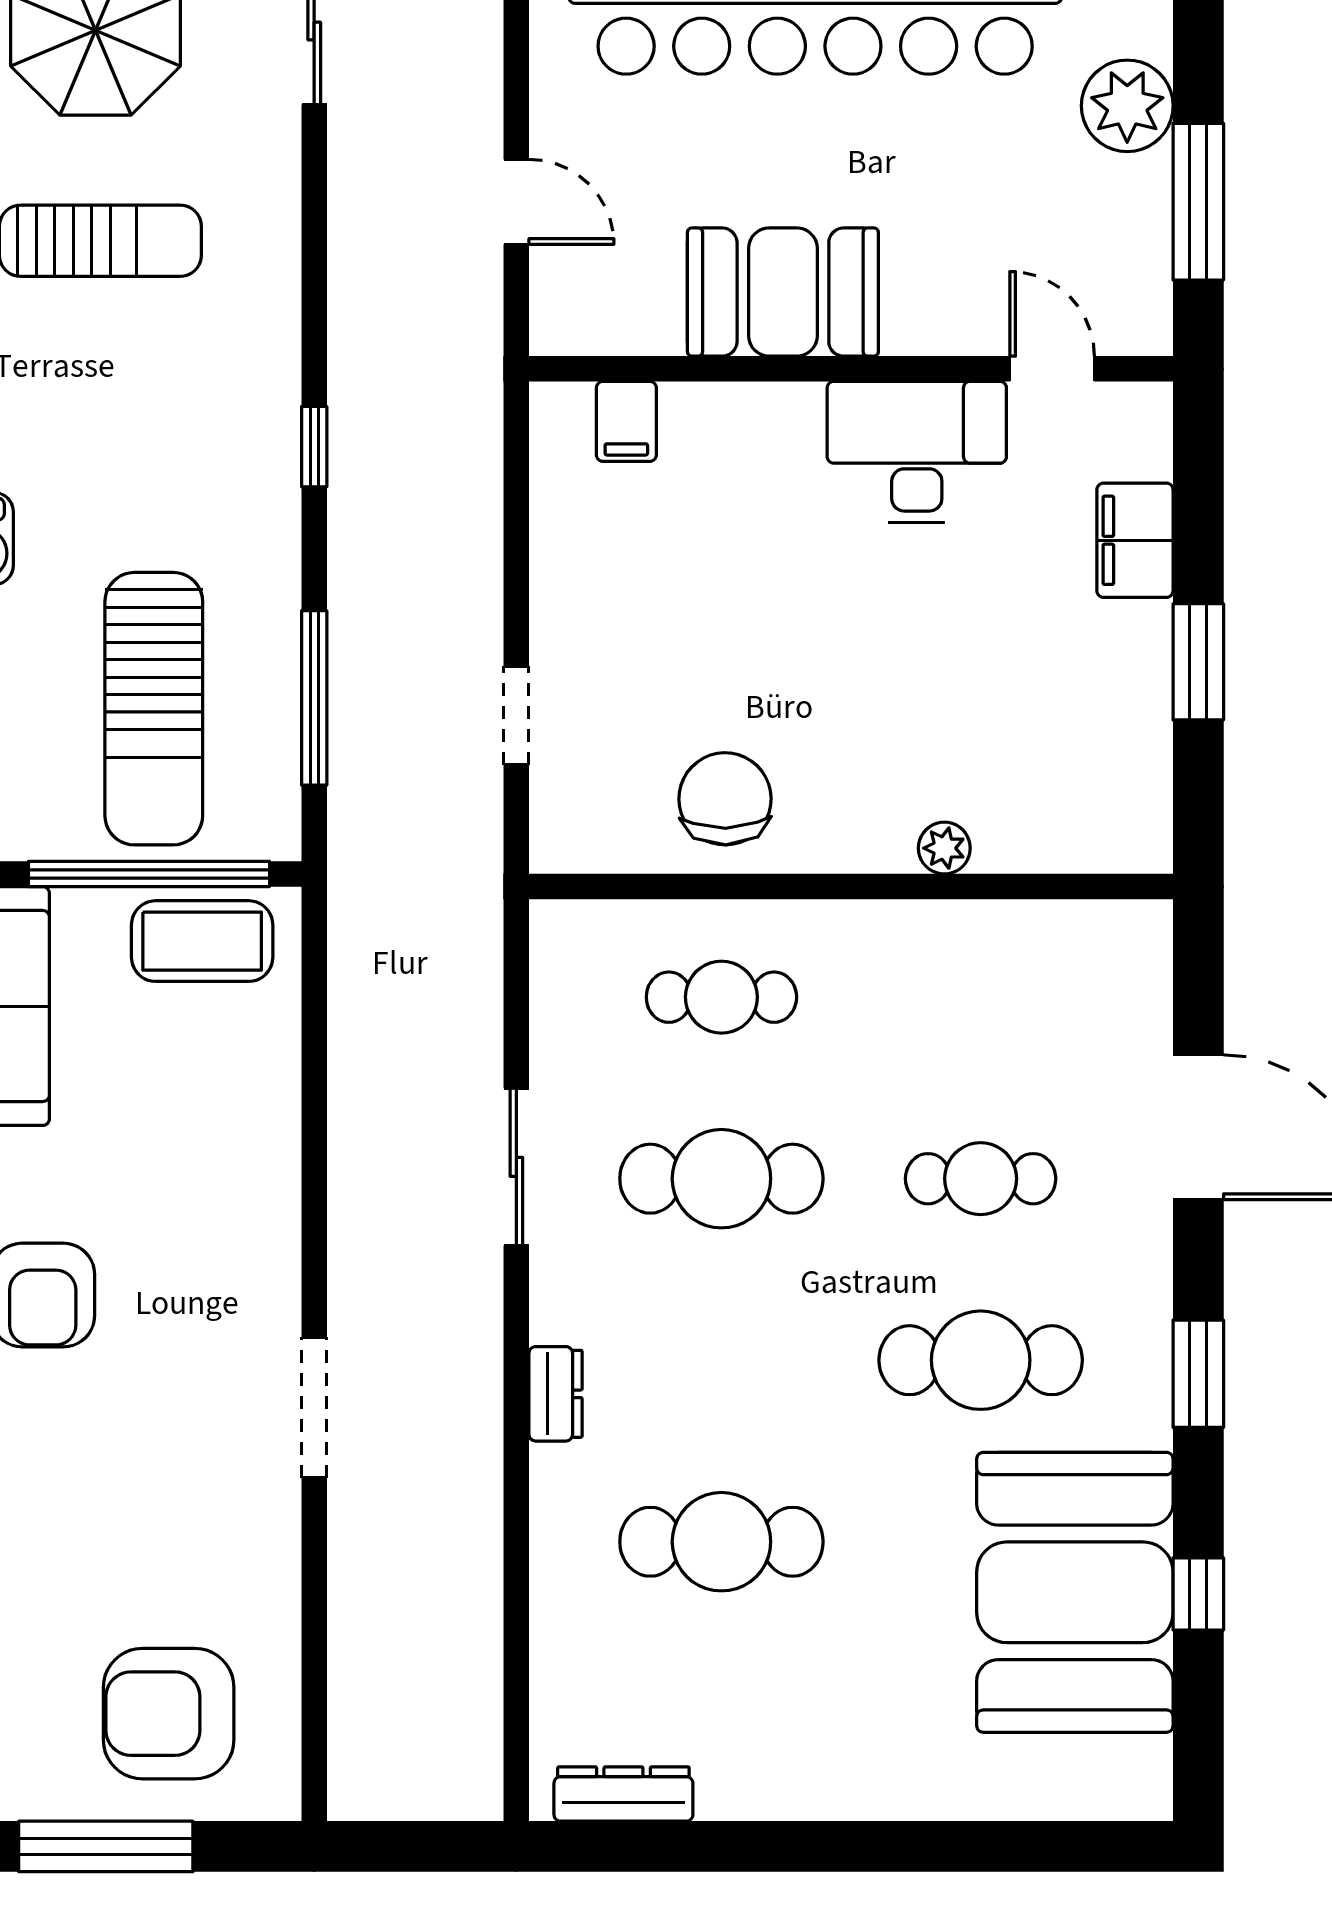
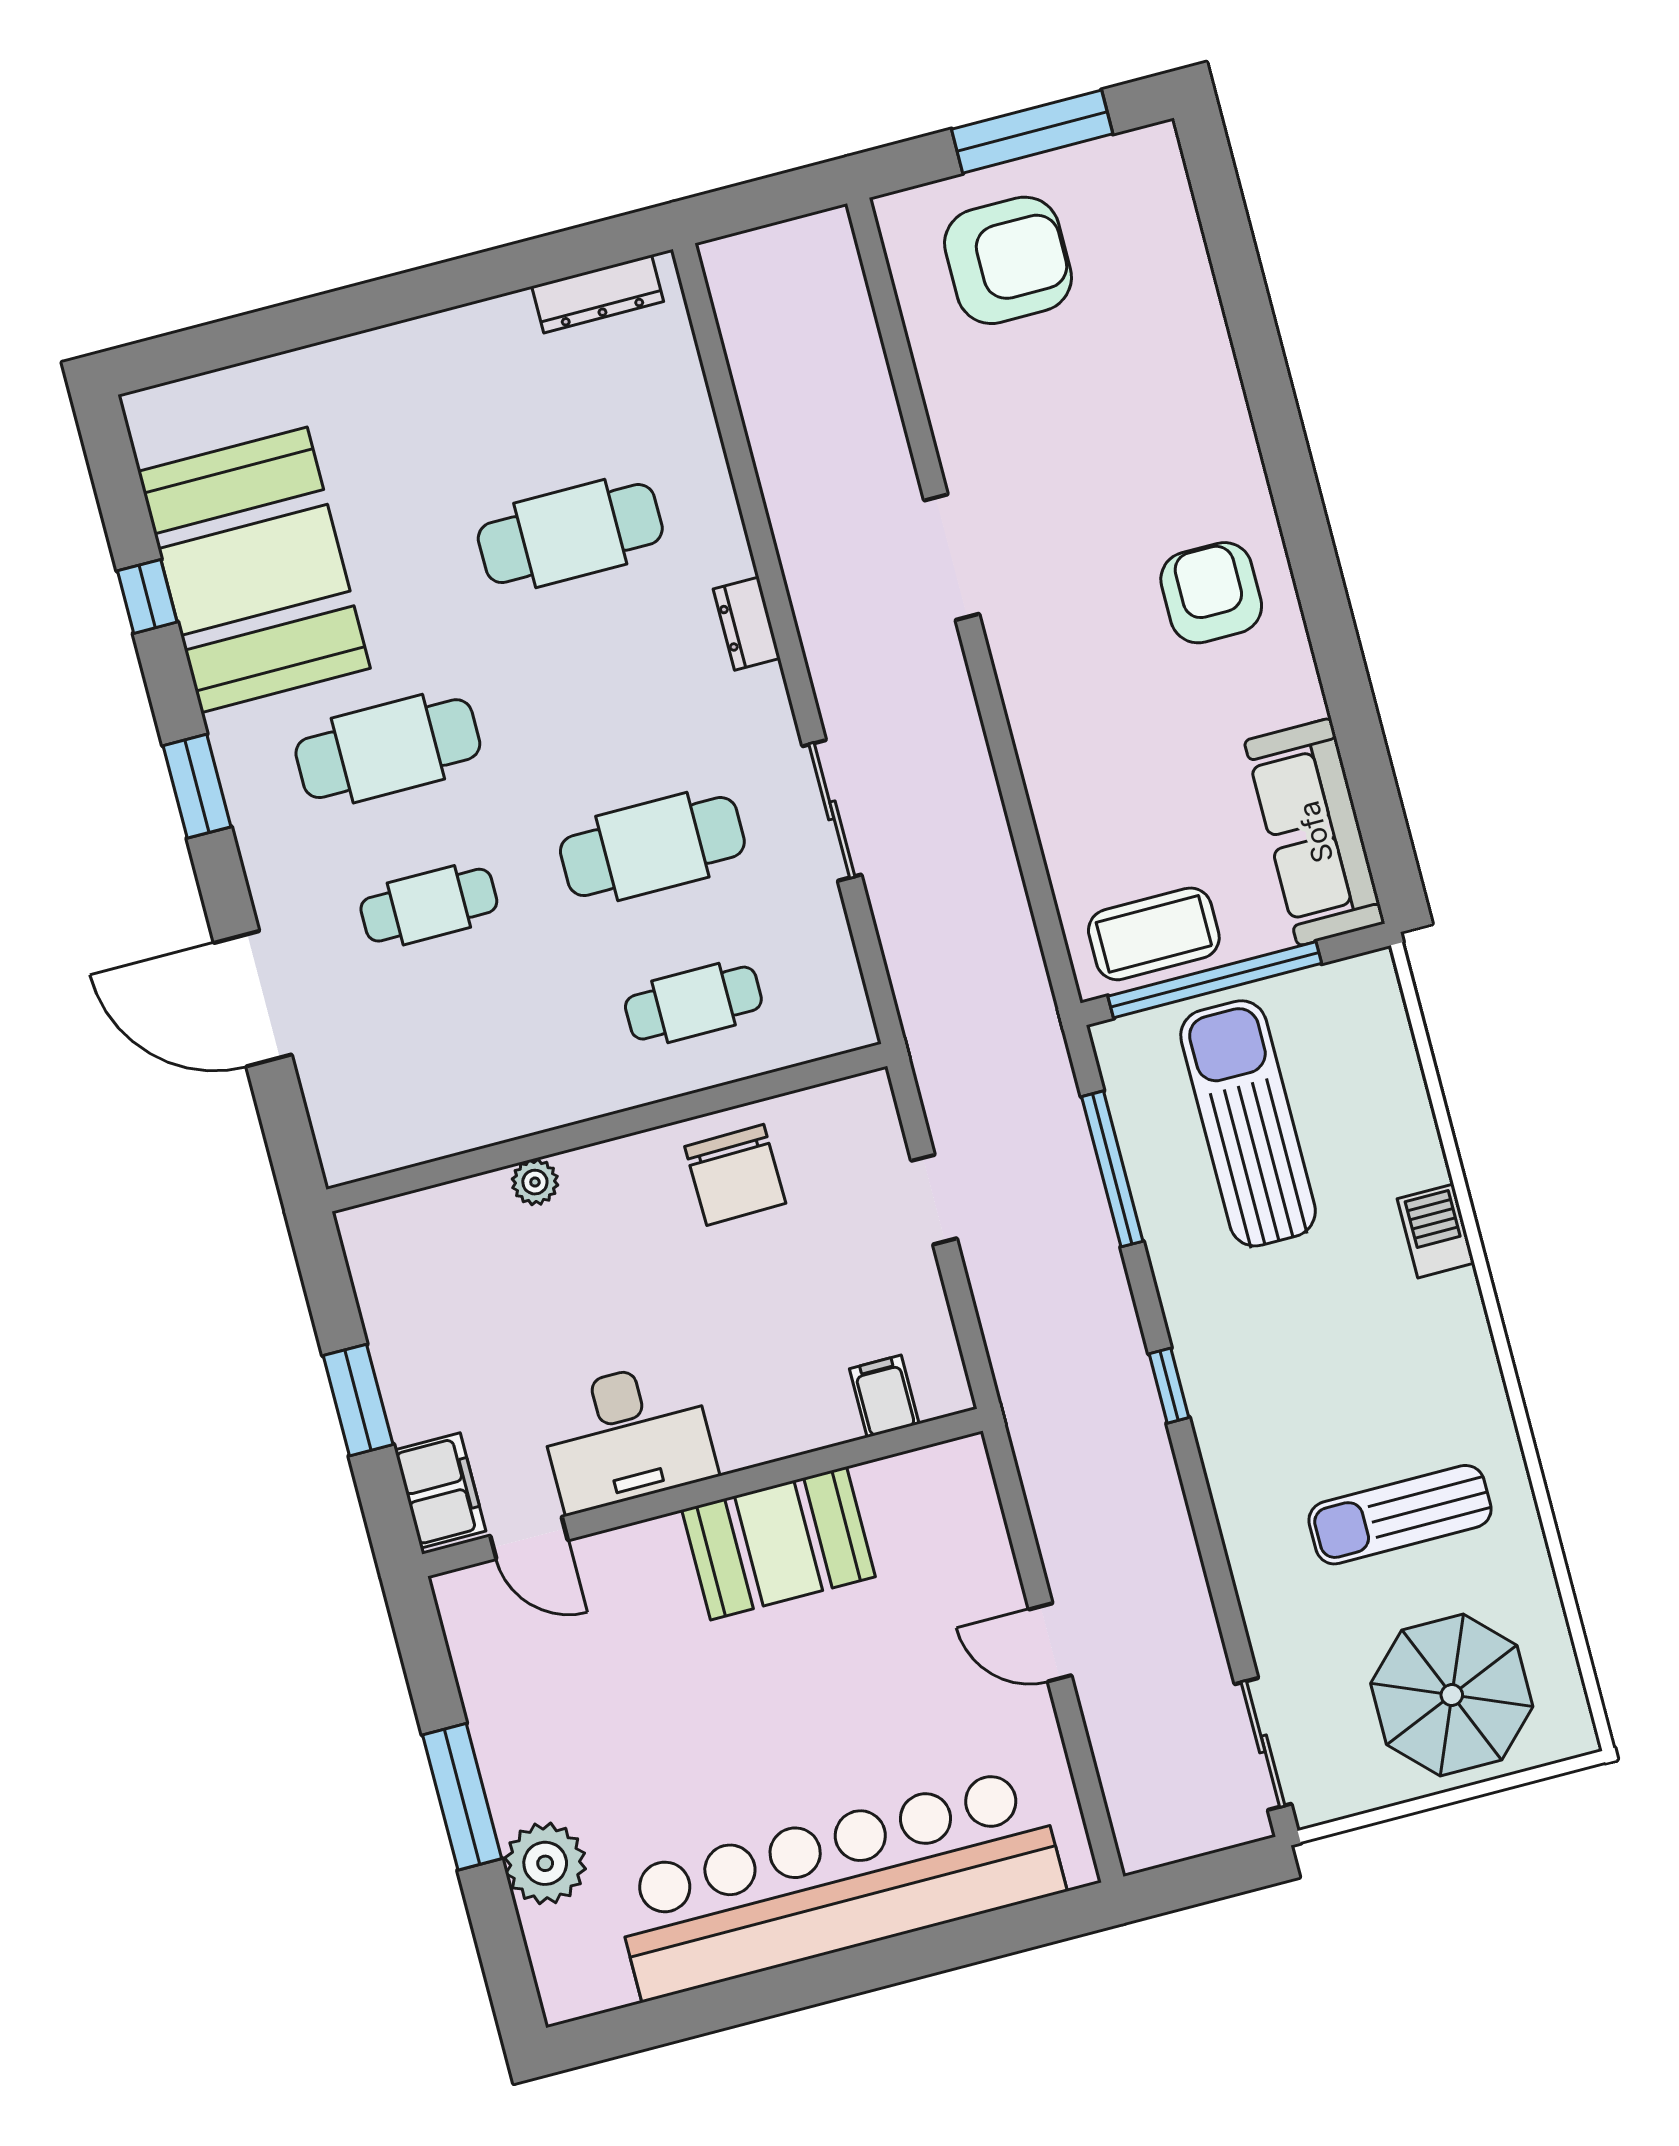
booth: (783, 292) -> (778, 1543), moved
wall: (851, 369) -> (702, 1492), moved
door: (1052, 369) -> (529, 1538), moved
filing cabinet: (626, 421) -> (884, 1396), moved
desk: (917, 452) -> (627, 1436), moved

